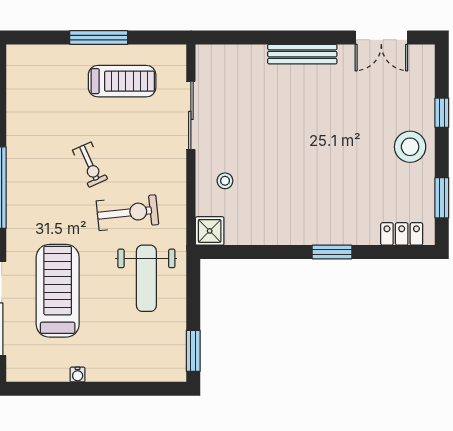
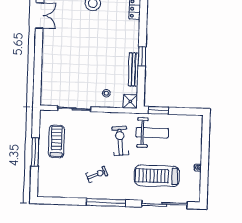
bench: (302, 54) -> (134, 69), moved
exercise bike: (90, 165) -> (97, 174), moved
window: (332, 252) -> (142, 56), moved
window: (193, 351) -> (158, 110), moved

